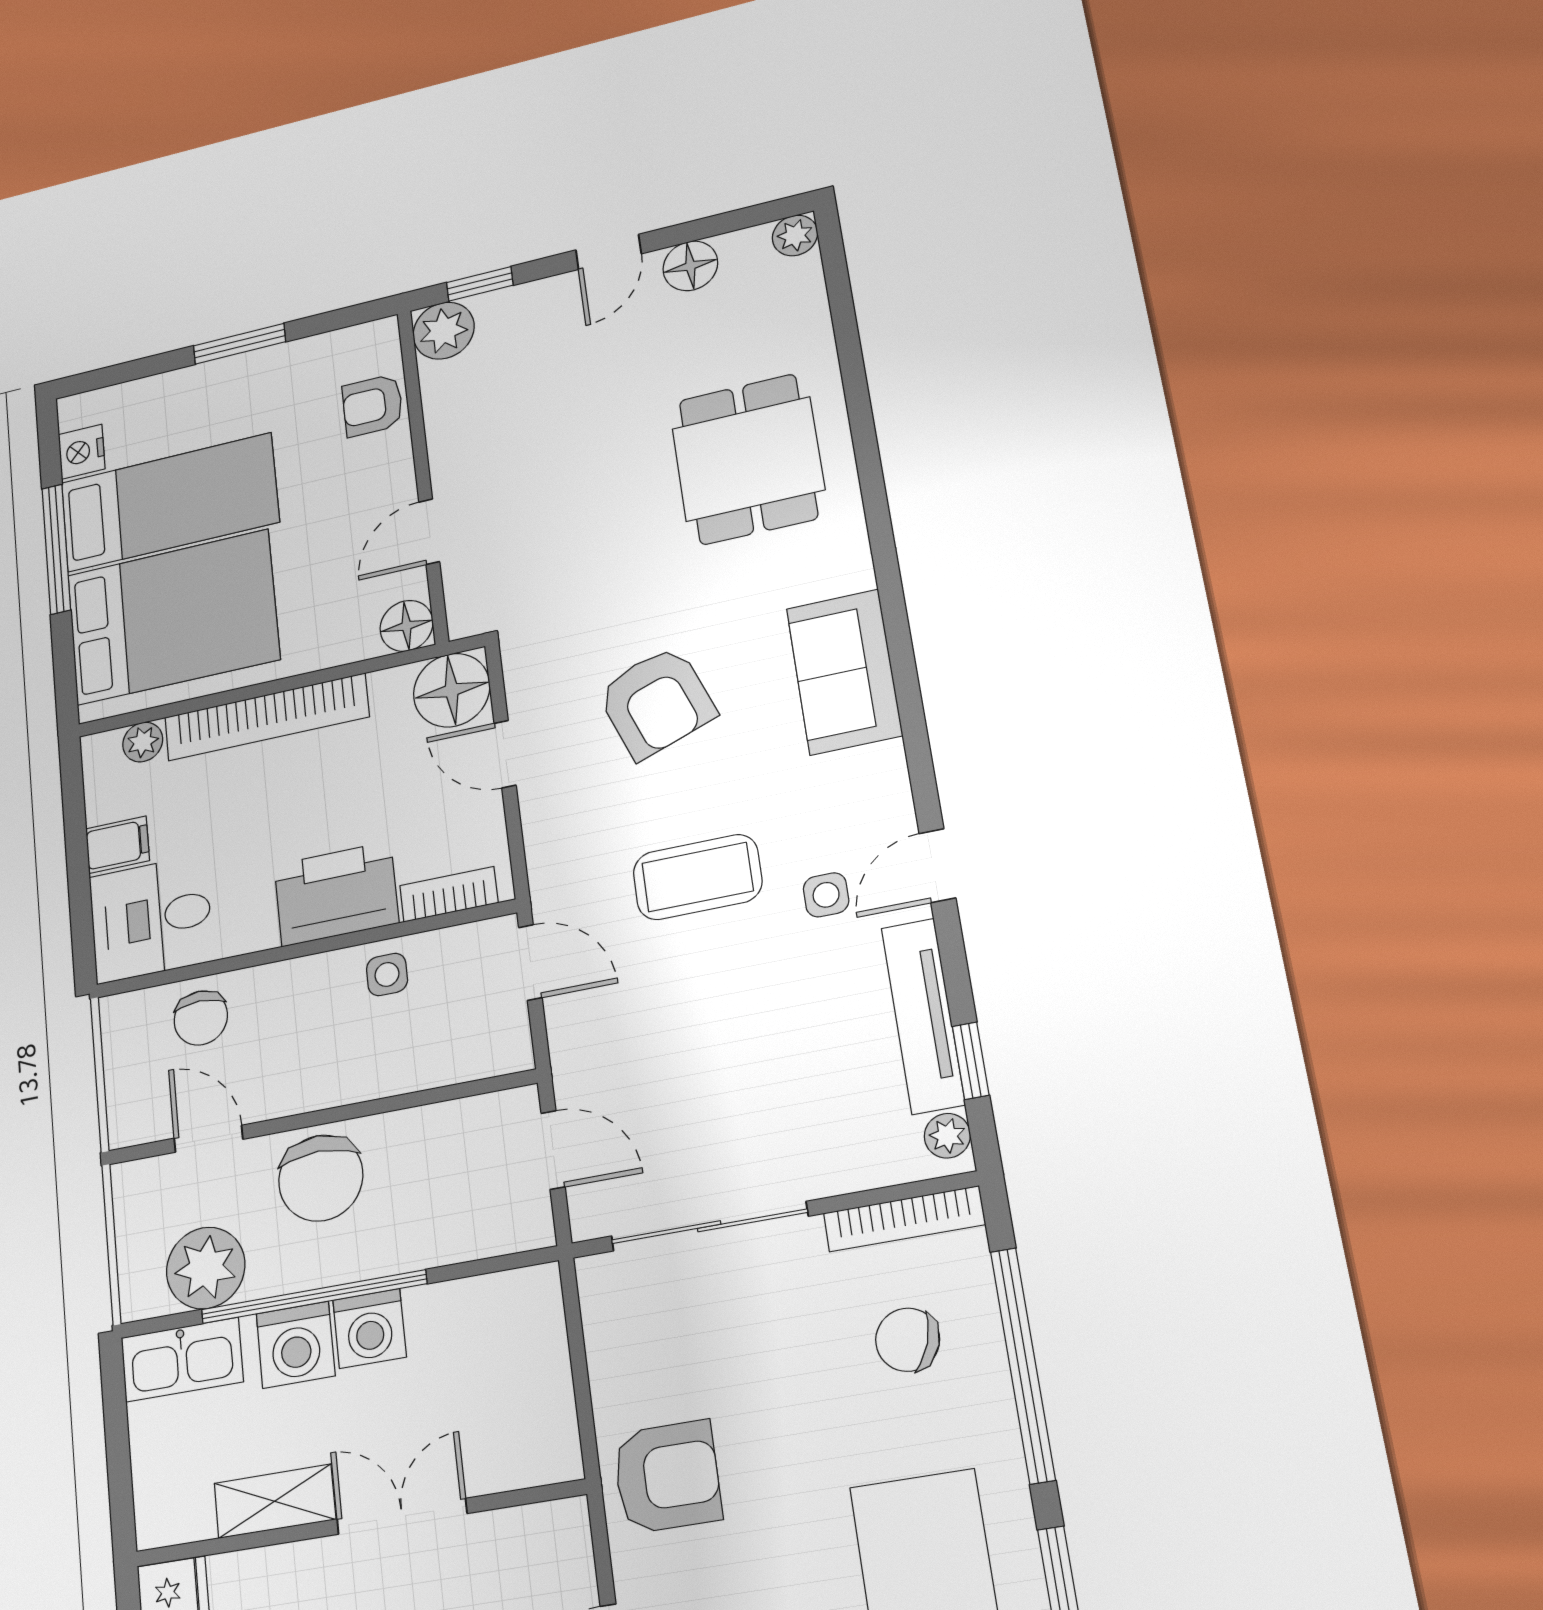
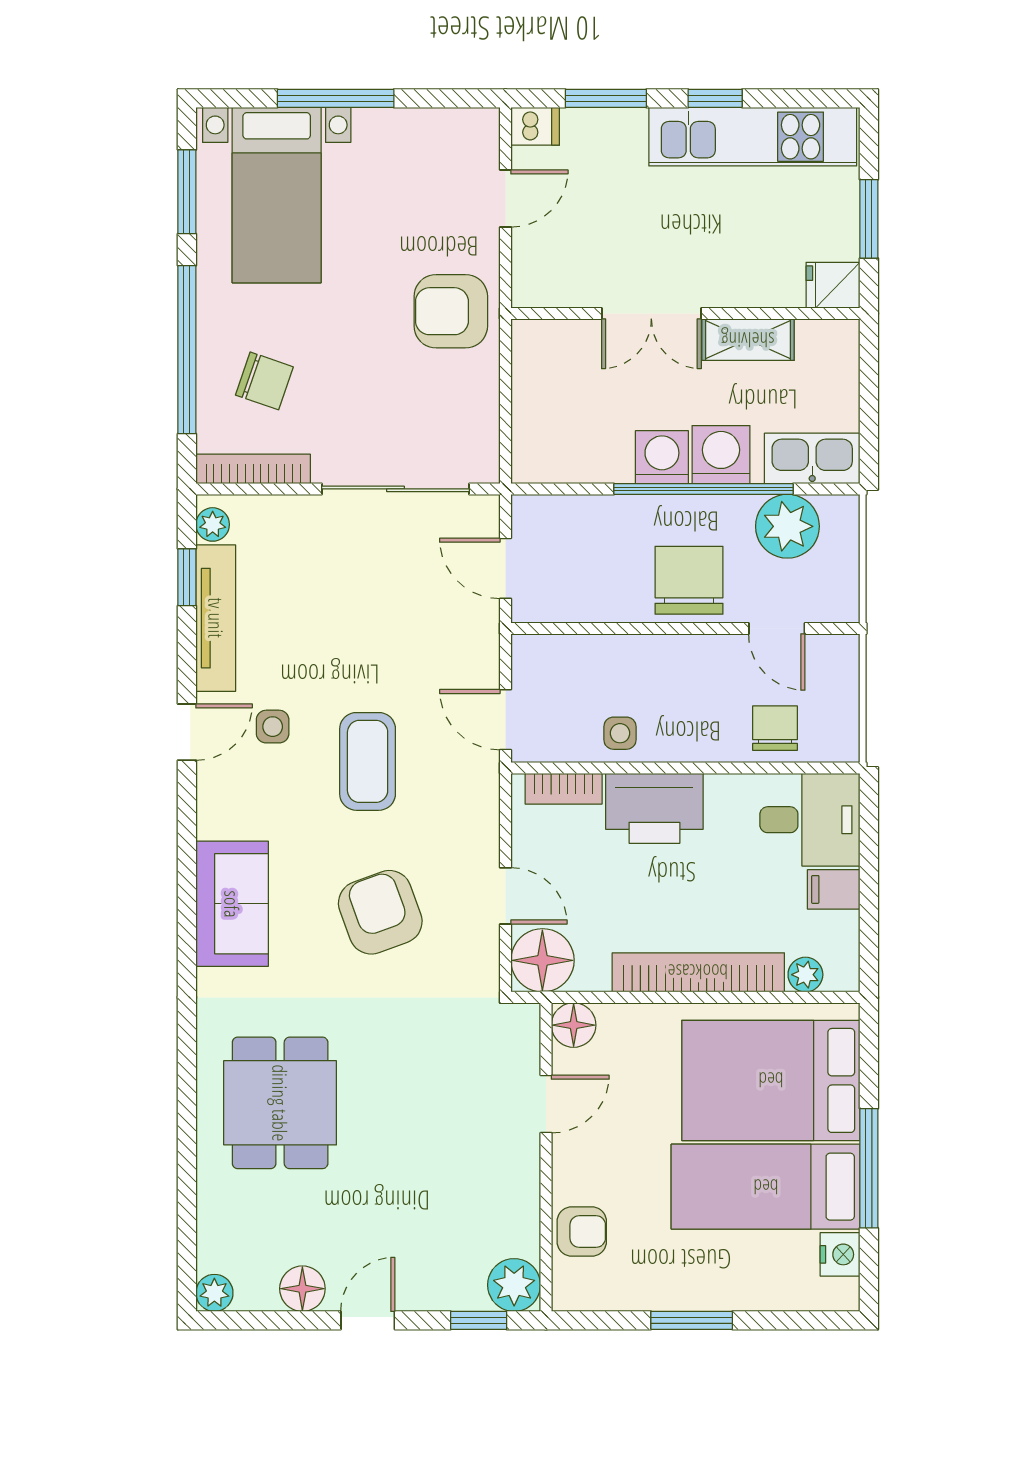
coffee table: (697, 877) -> (368, 761), turned 90

